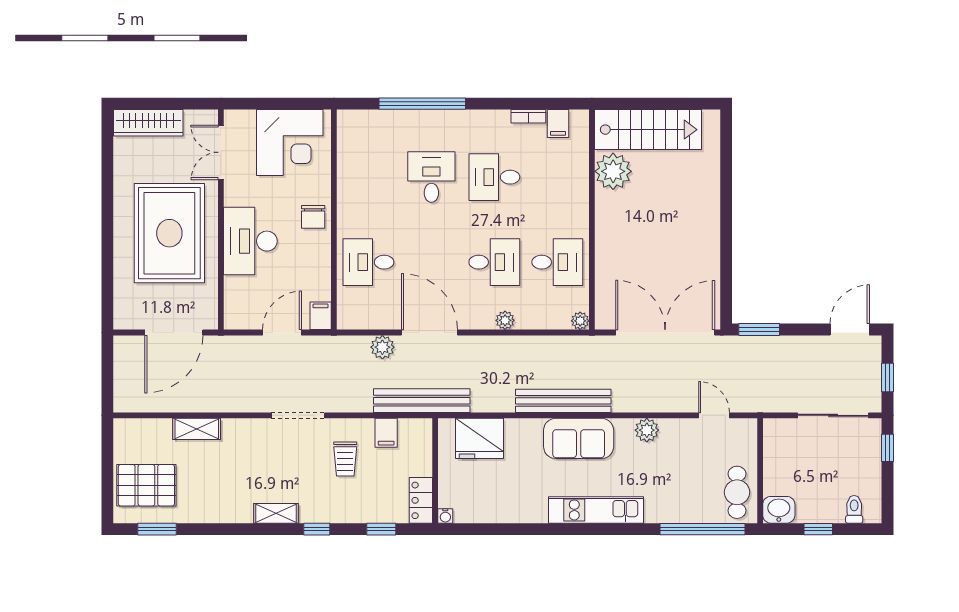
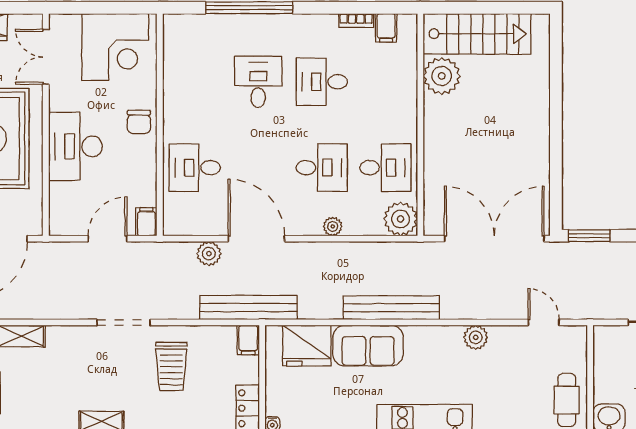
plant: (580, 321) -> (401, 219), width x1.87, depth x1.87
filing cabinet: (386, 433) -> (248, 340), moved
sofa: (579, 438) -> (368, 346), moved
trolley: (345, 459) -> (171, 366), width x1.36, depth x1.39

